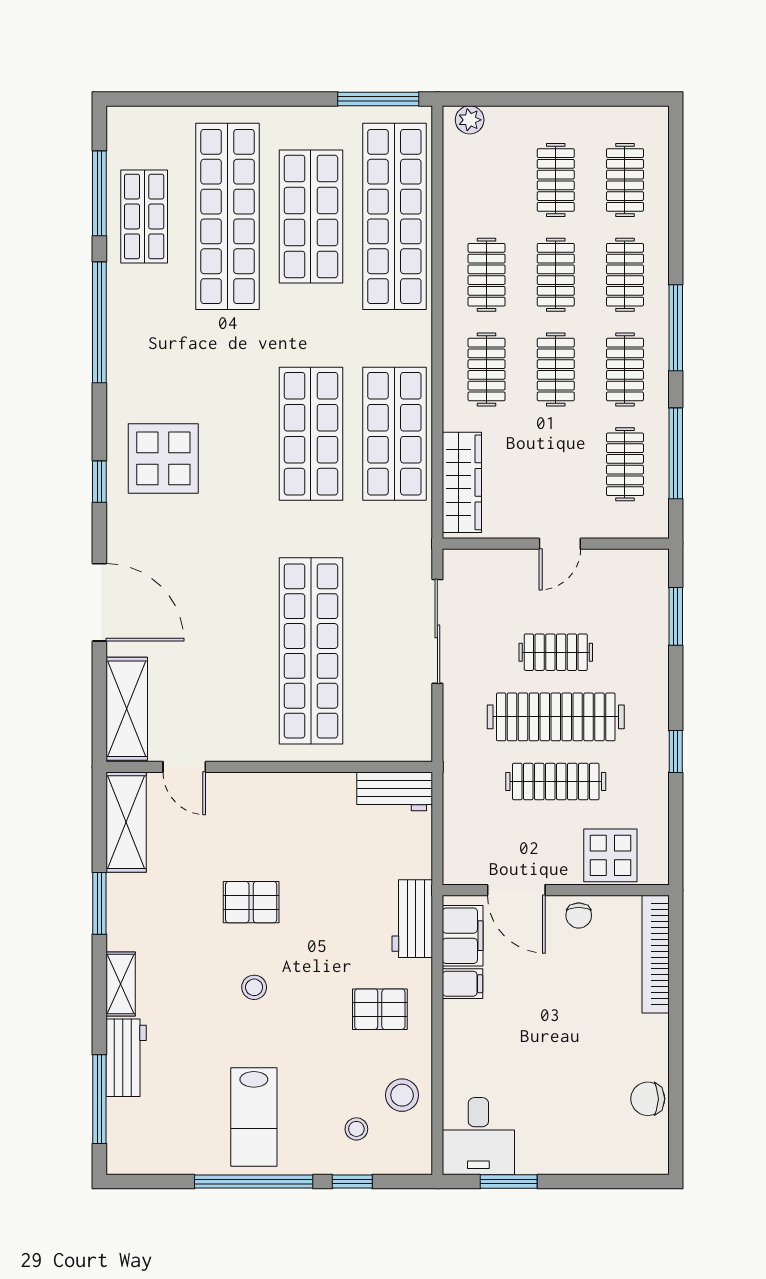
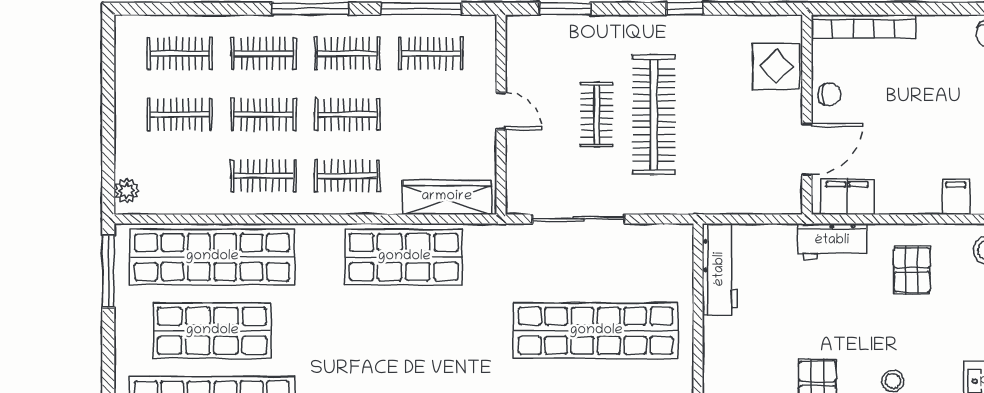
shop shelf: (311, 434) -> (404, 331), removed
clothes rail: (556, 782) -> (711, 115), removed
workbench: (395, 791) -> (720, 269), width x1.38
filing cabinet: (463, 984) -> (956, 197), moved

